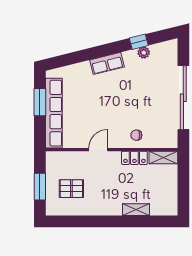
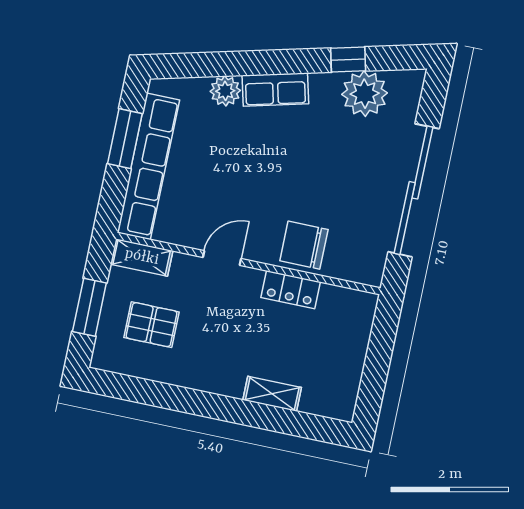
plant: (144, 53) -> (365, 94), width x1.87, depth x1.87
plant: (83, 69) -> (225, 91), added
chair: (136, 135) -> (304, 245), width x1.87, depth x1.87
shelving: (163, 157) -> (142, 257), moved

